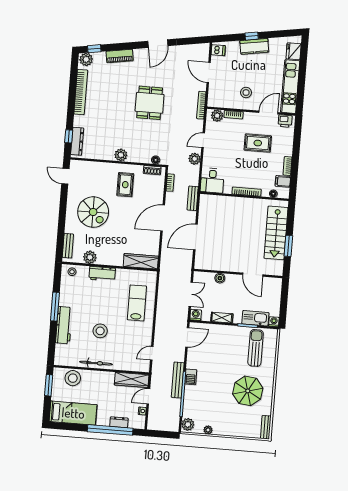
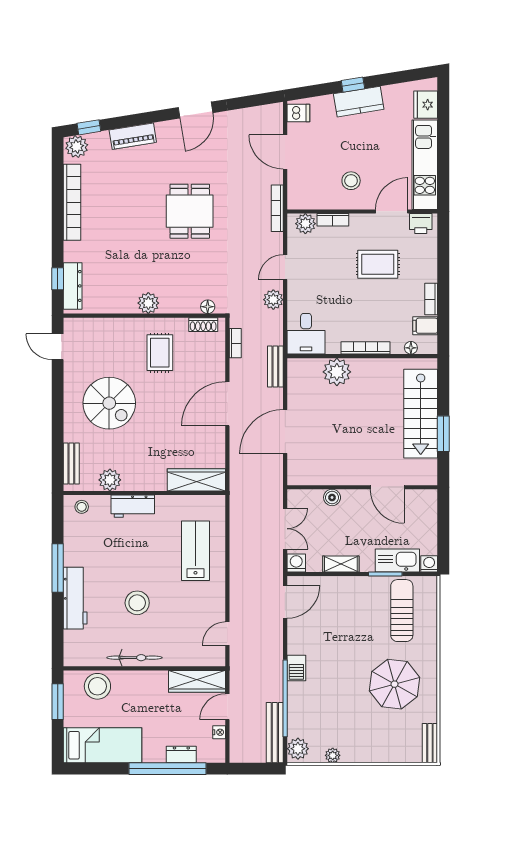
plant: (229, 204) -> (337, 372), added
bench: (178, 380) -> (275, 733), moved

